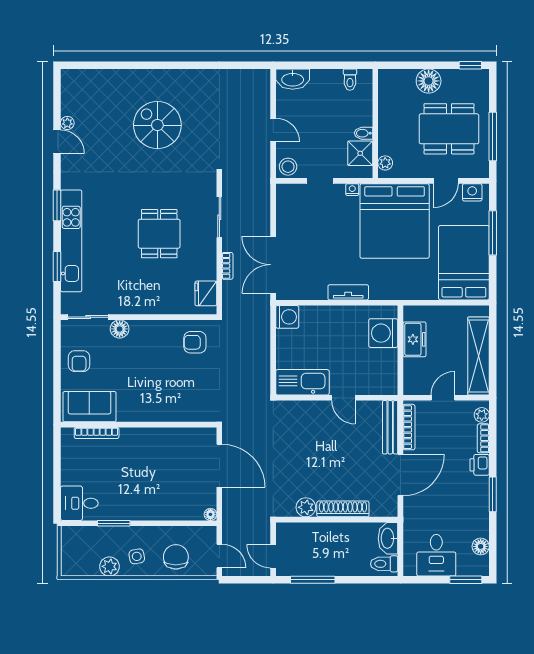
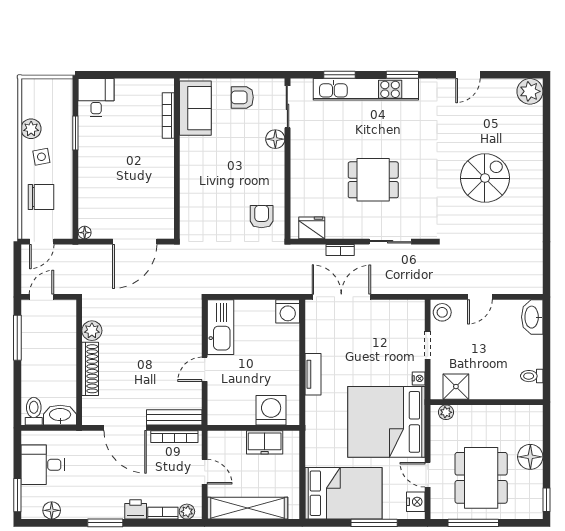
plant: (67, 123) -> (530, 91), moved, width x1.87, depth x1.87
bidet: (363, 133) -> (477, 390), removed

